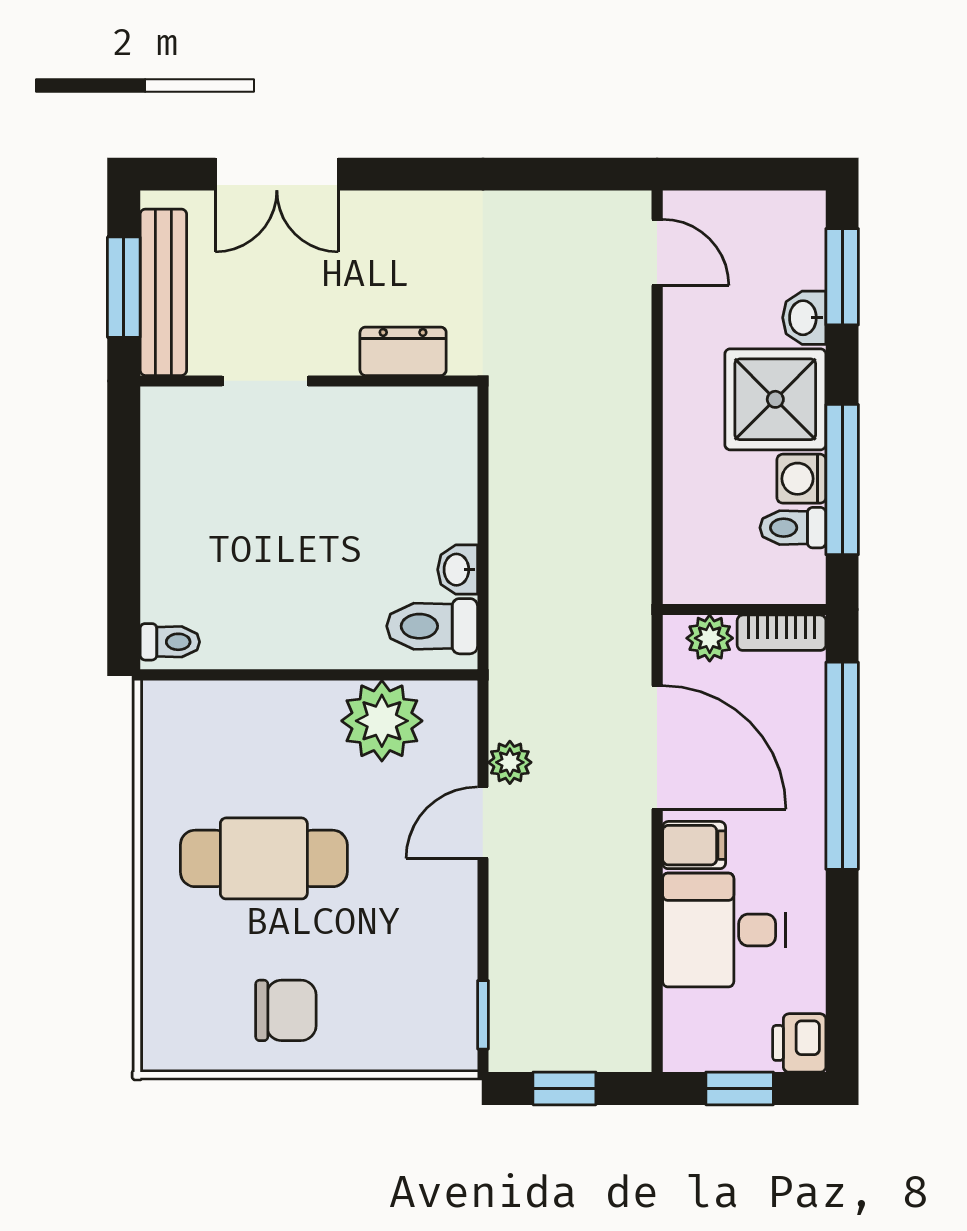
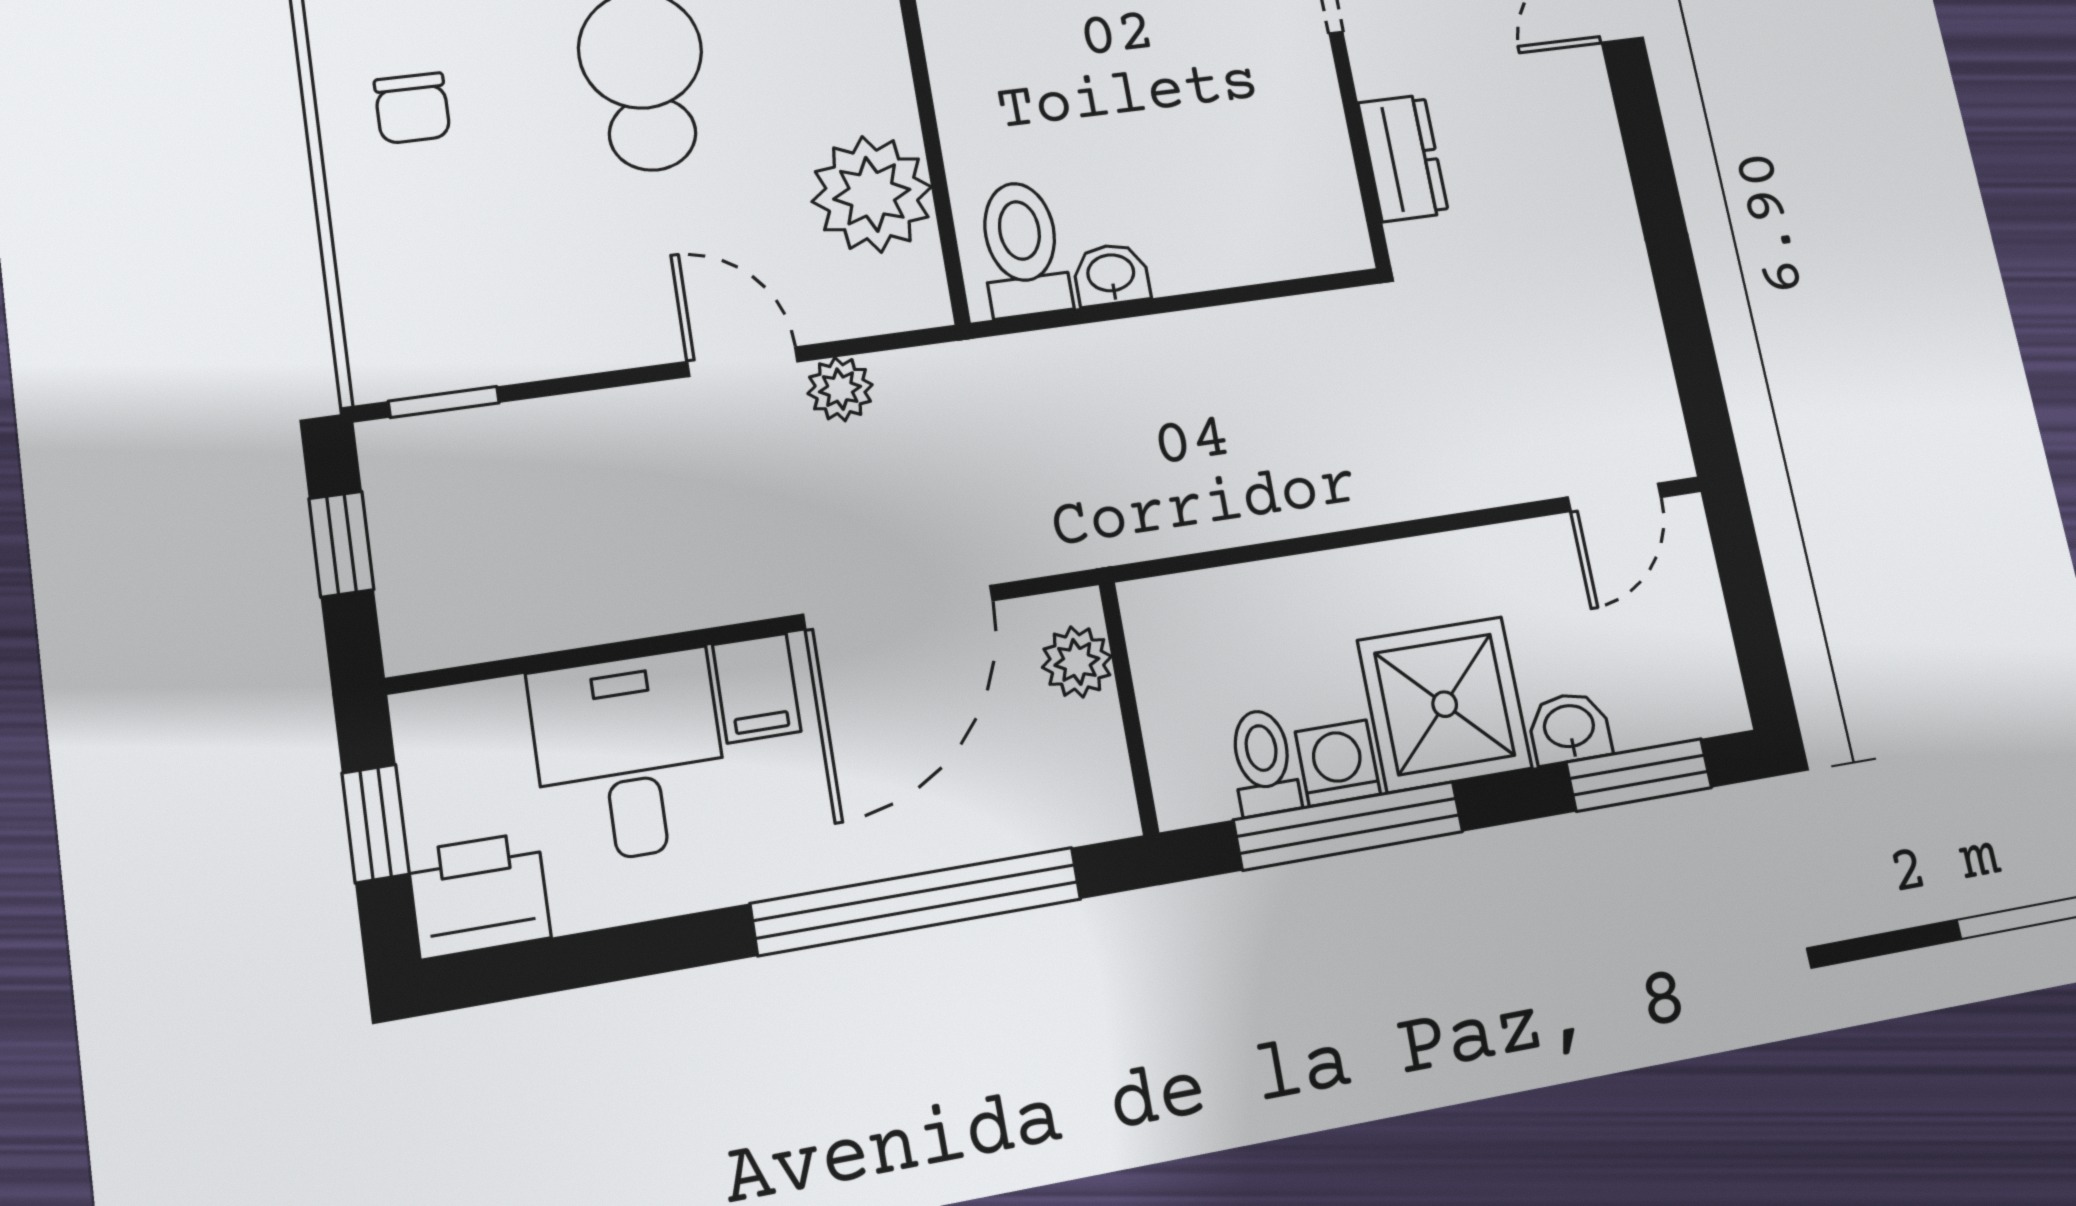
bookcase: (782, 633) -> (1104, 771), removed
chair: (286, 1010) -> (412, 108), width x0.73, depth x0.73
printer: (799, 1043) -> (479, 895), width x1.36, depth x1.24

